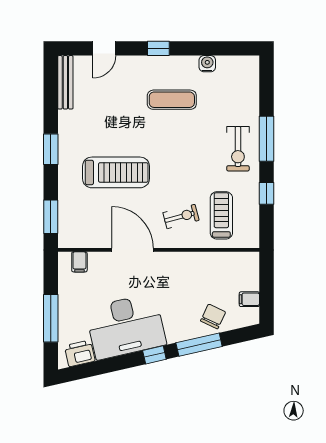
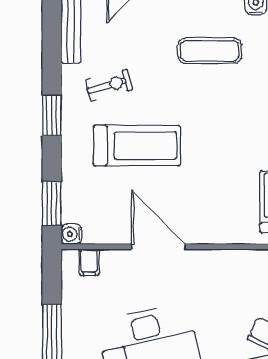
exercise bike: (181, 216) -> (109, 85), moved
water cooler: (66, 240) -> (71, 234), added

